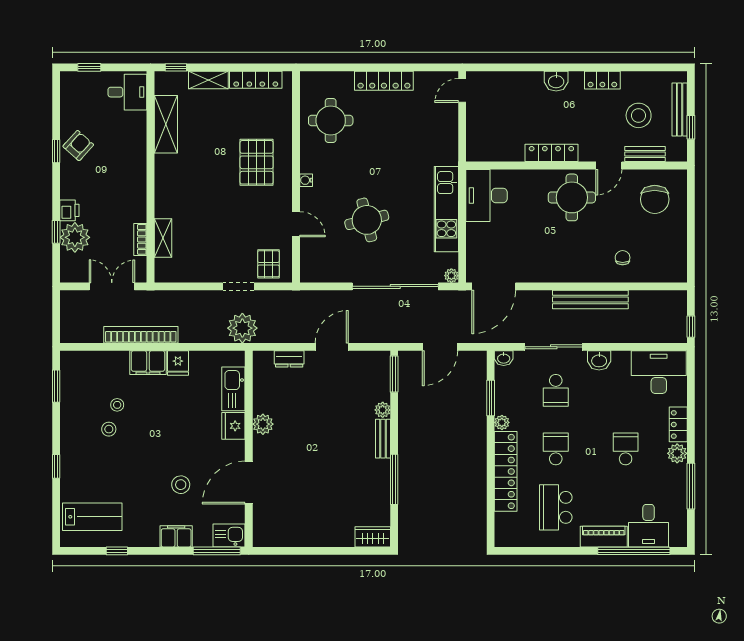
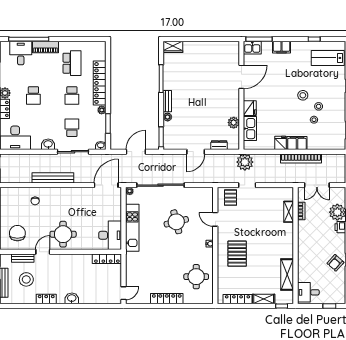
locker: (551, 153) -> (107, 259), moved
plant: (263, 424) -> (234, 123), moved
stool: (181, 485) -> (303, 95), moved

